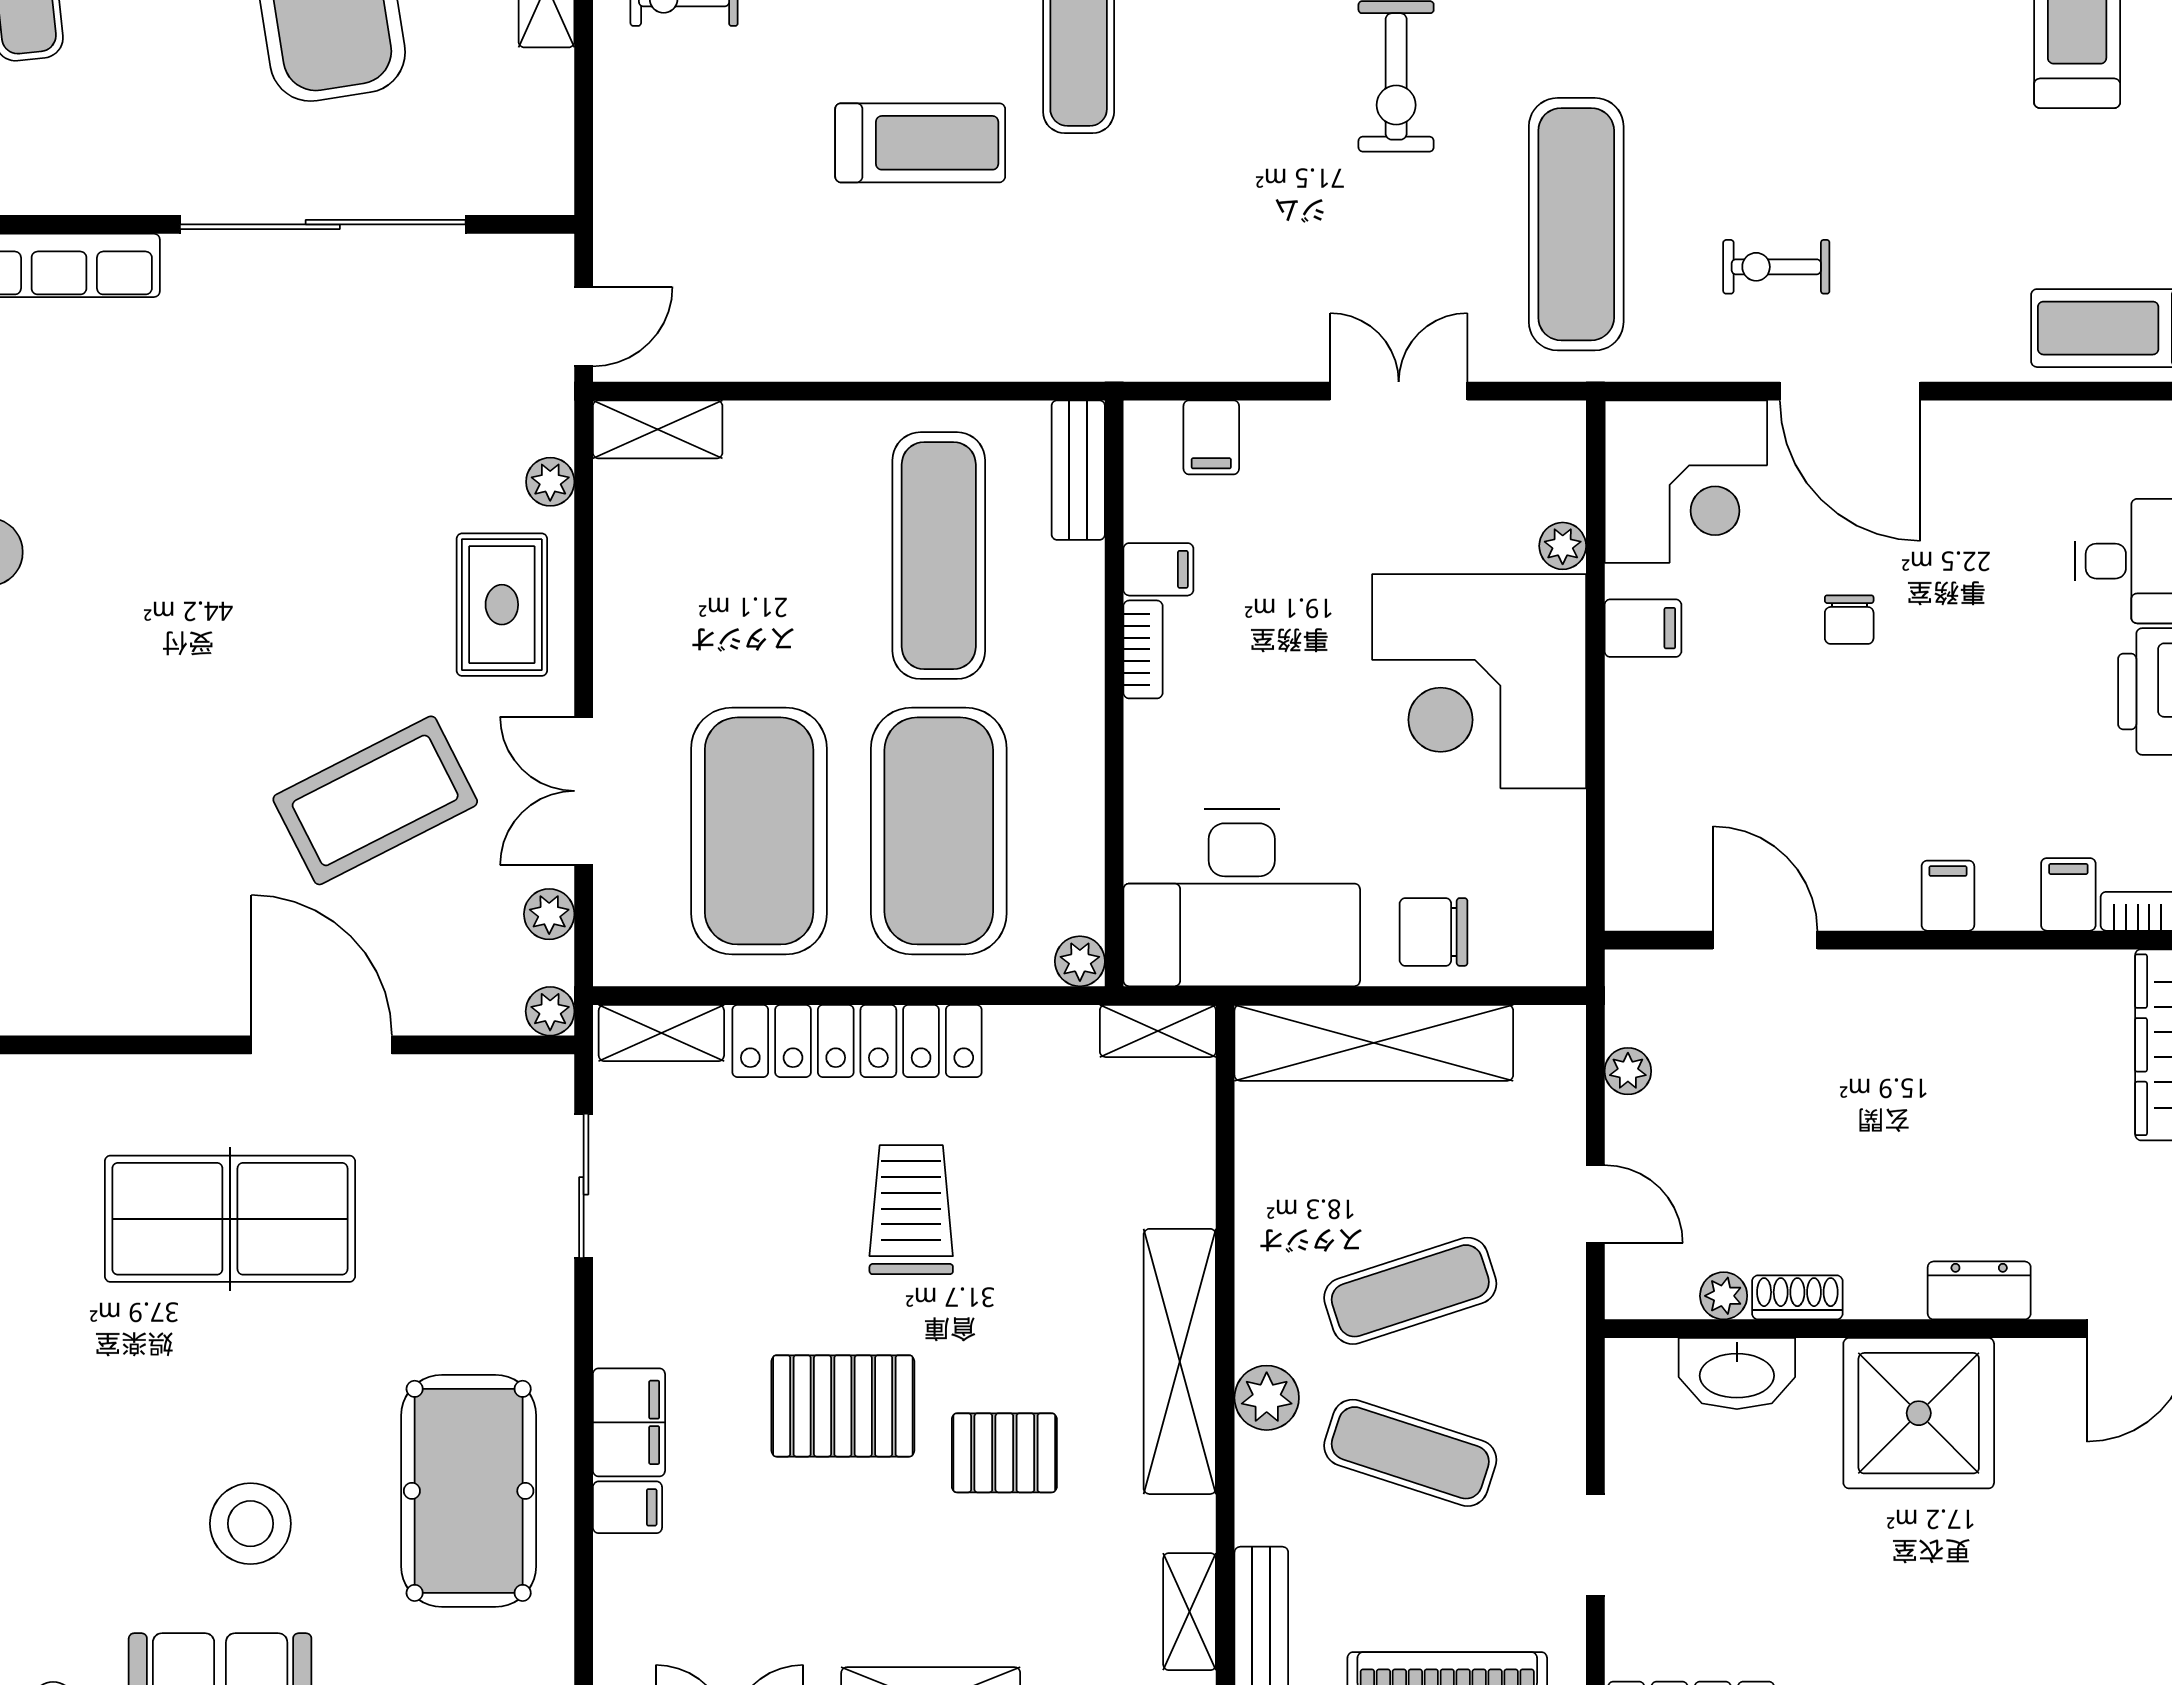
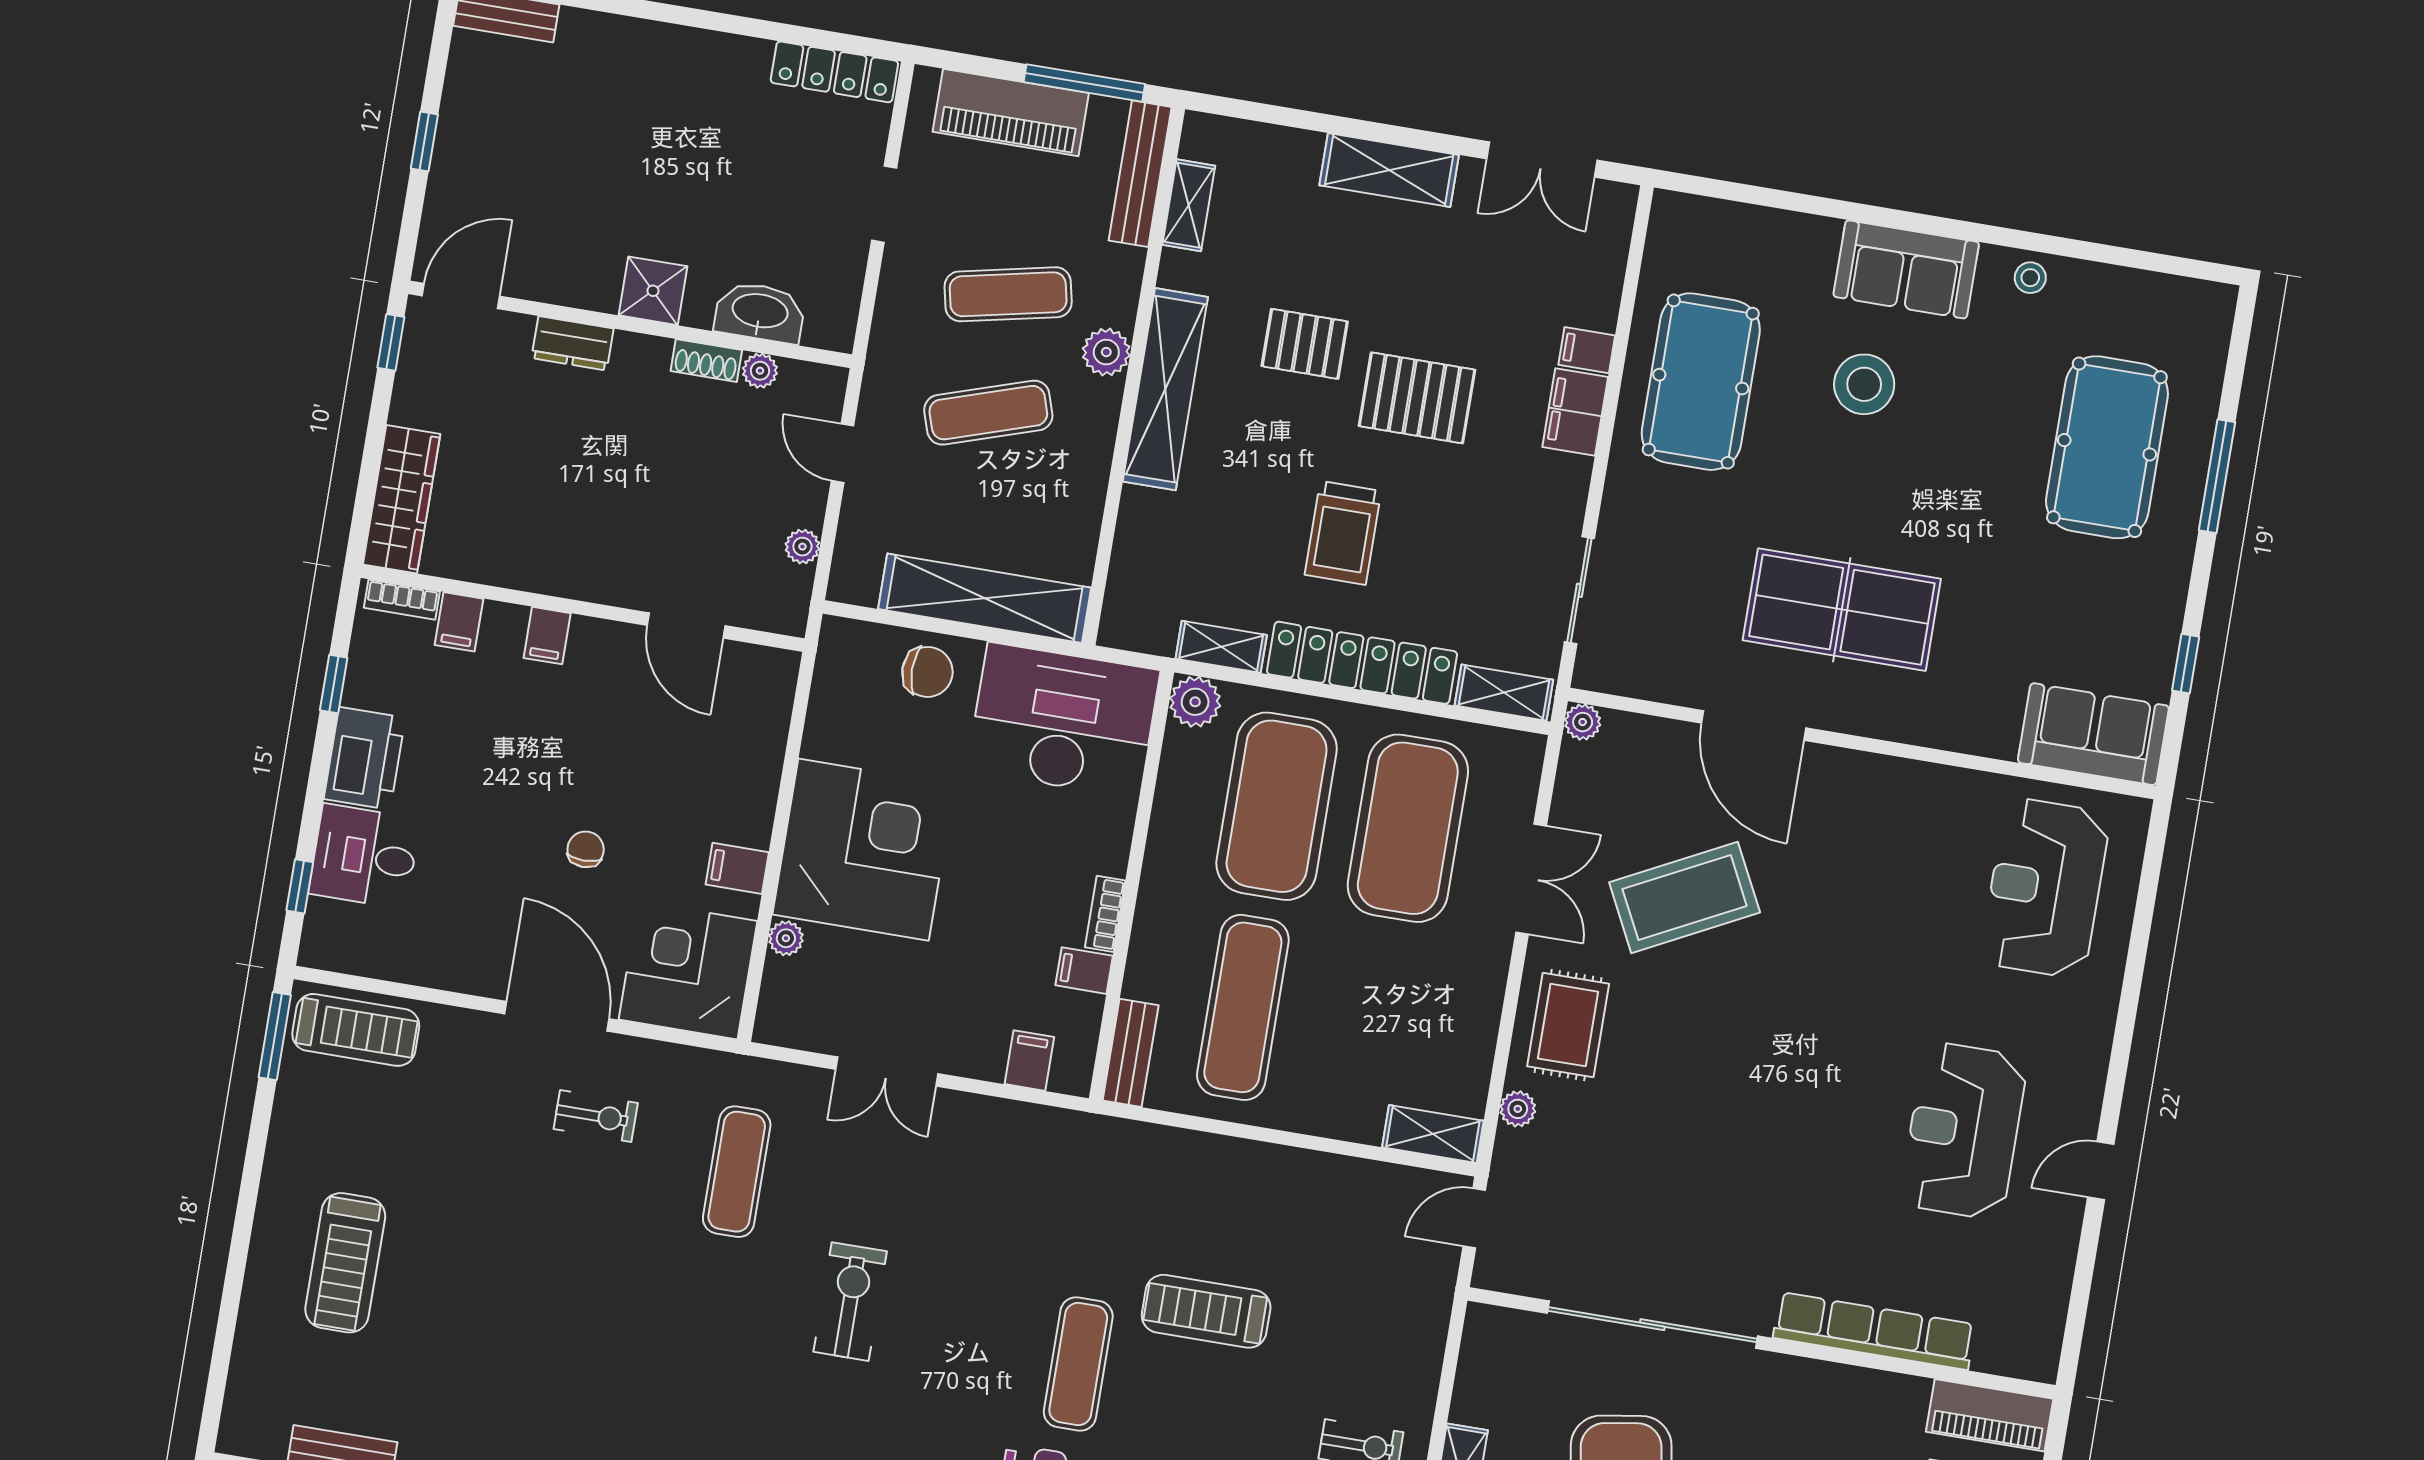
exercise mat: (1576, 224) -> (737, 1172), width x0.73, depth x0.69
plant: (549, 914) -> (1571, 793), removed
plant: (1080, 961) -> (1195, 702), width x1.38, depth x1.38
shelving: (1158, 1031) -> (1221, 647), moved
shower: (1919, 1413) -> (653, 291), width x0.54, depth x0.54
exercise mat: (1410, 1453) -> (1008, 294), turned -30

